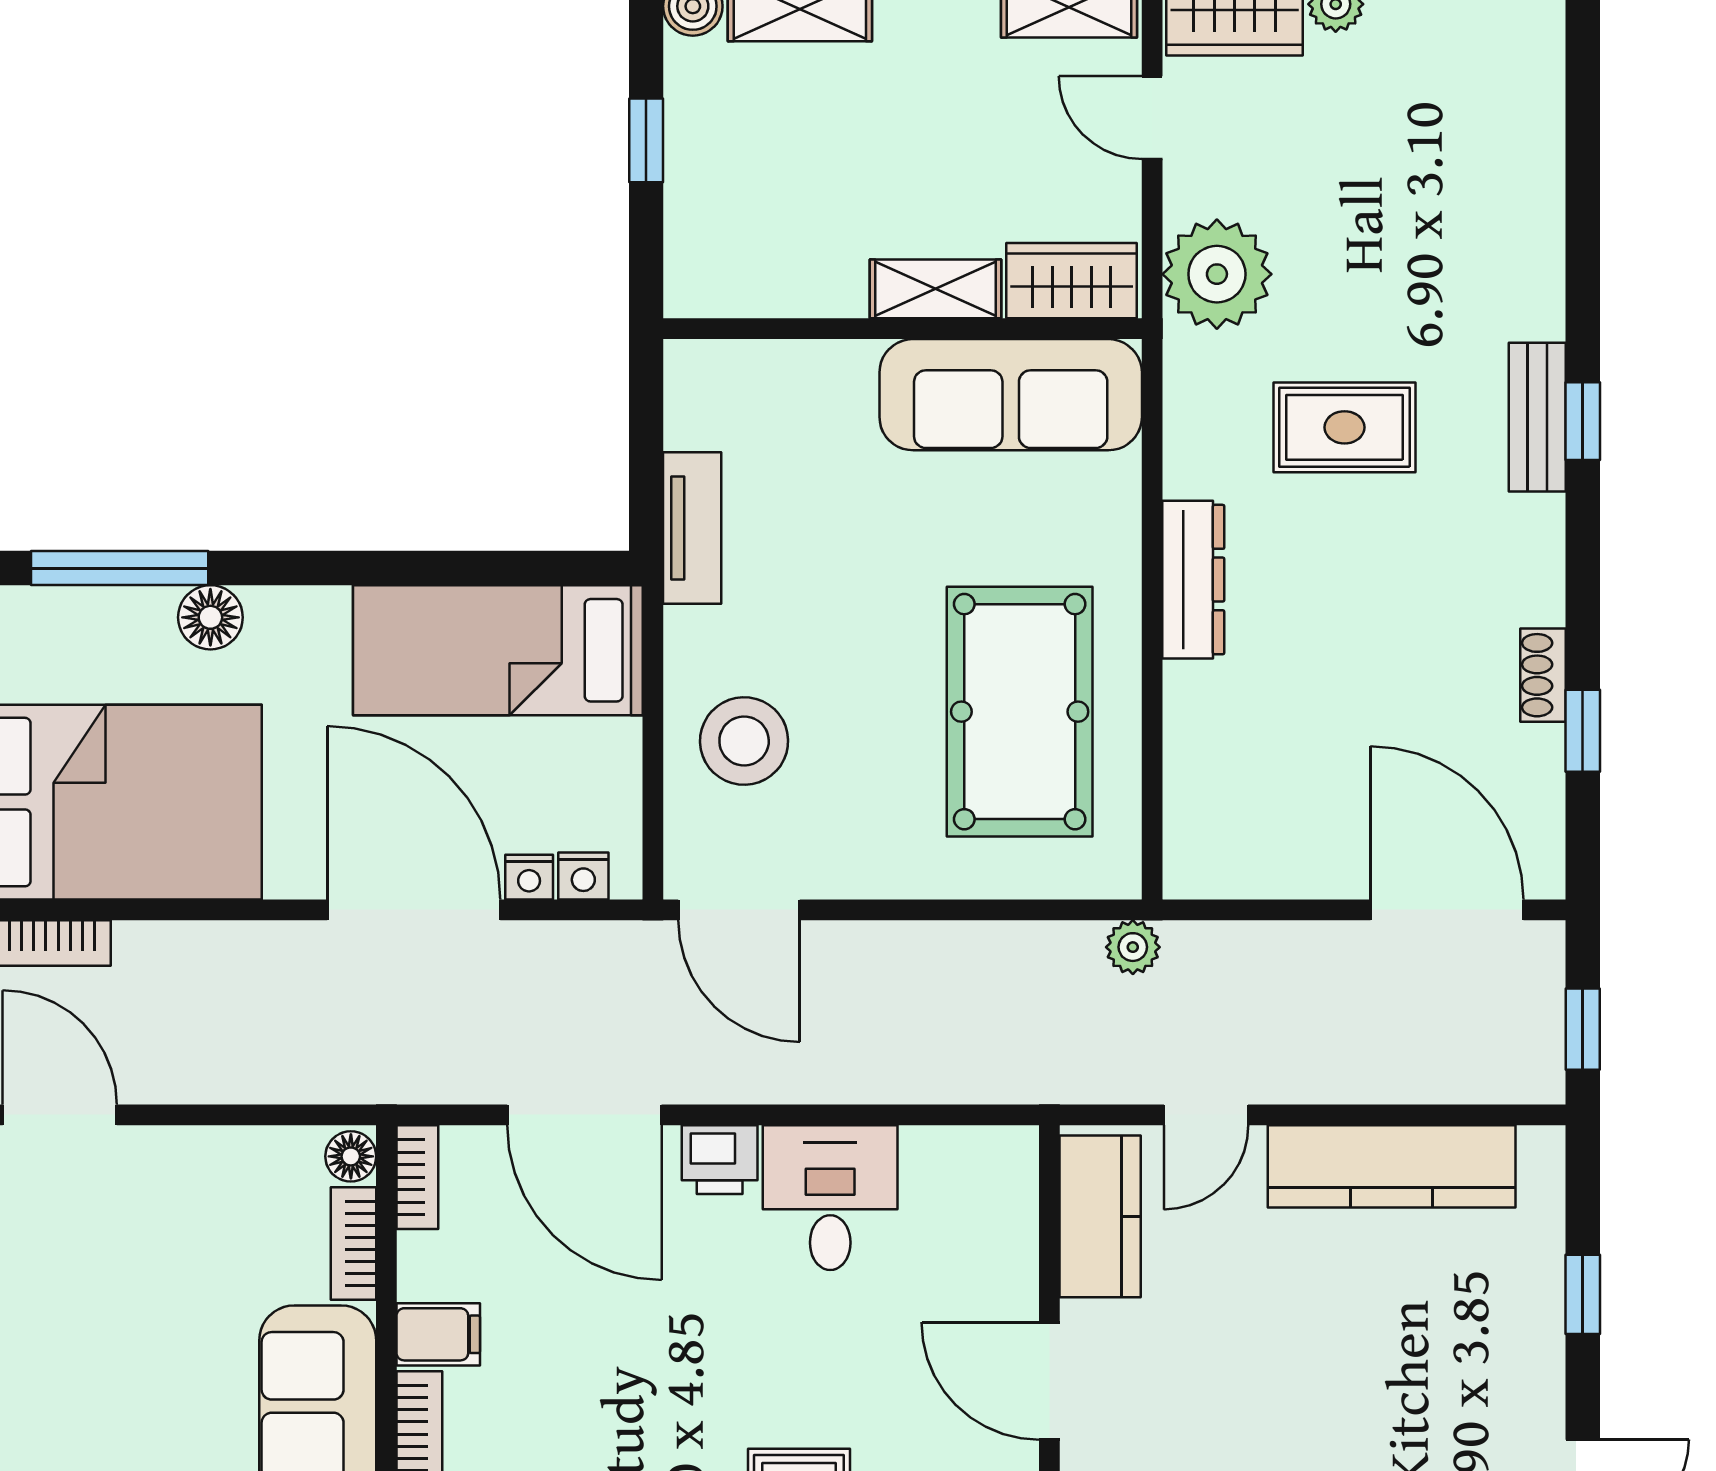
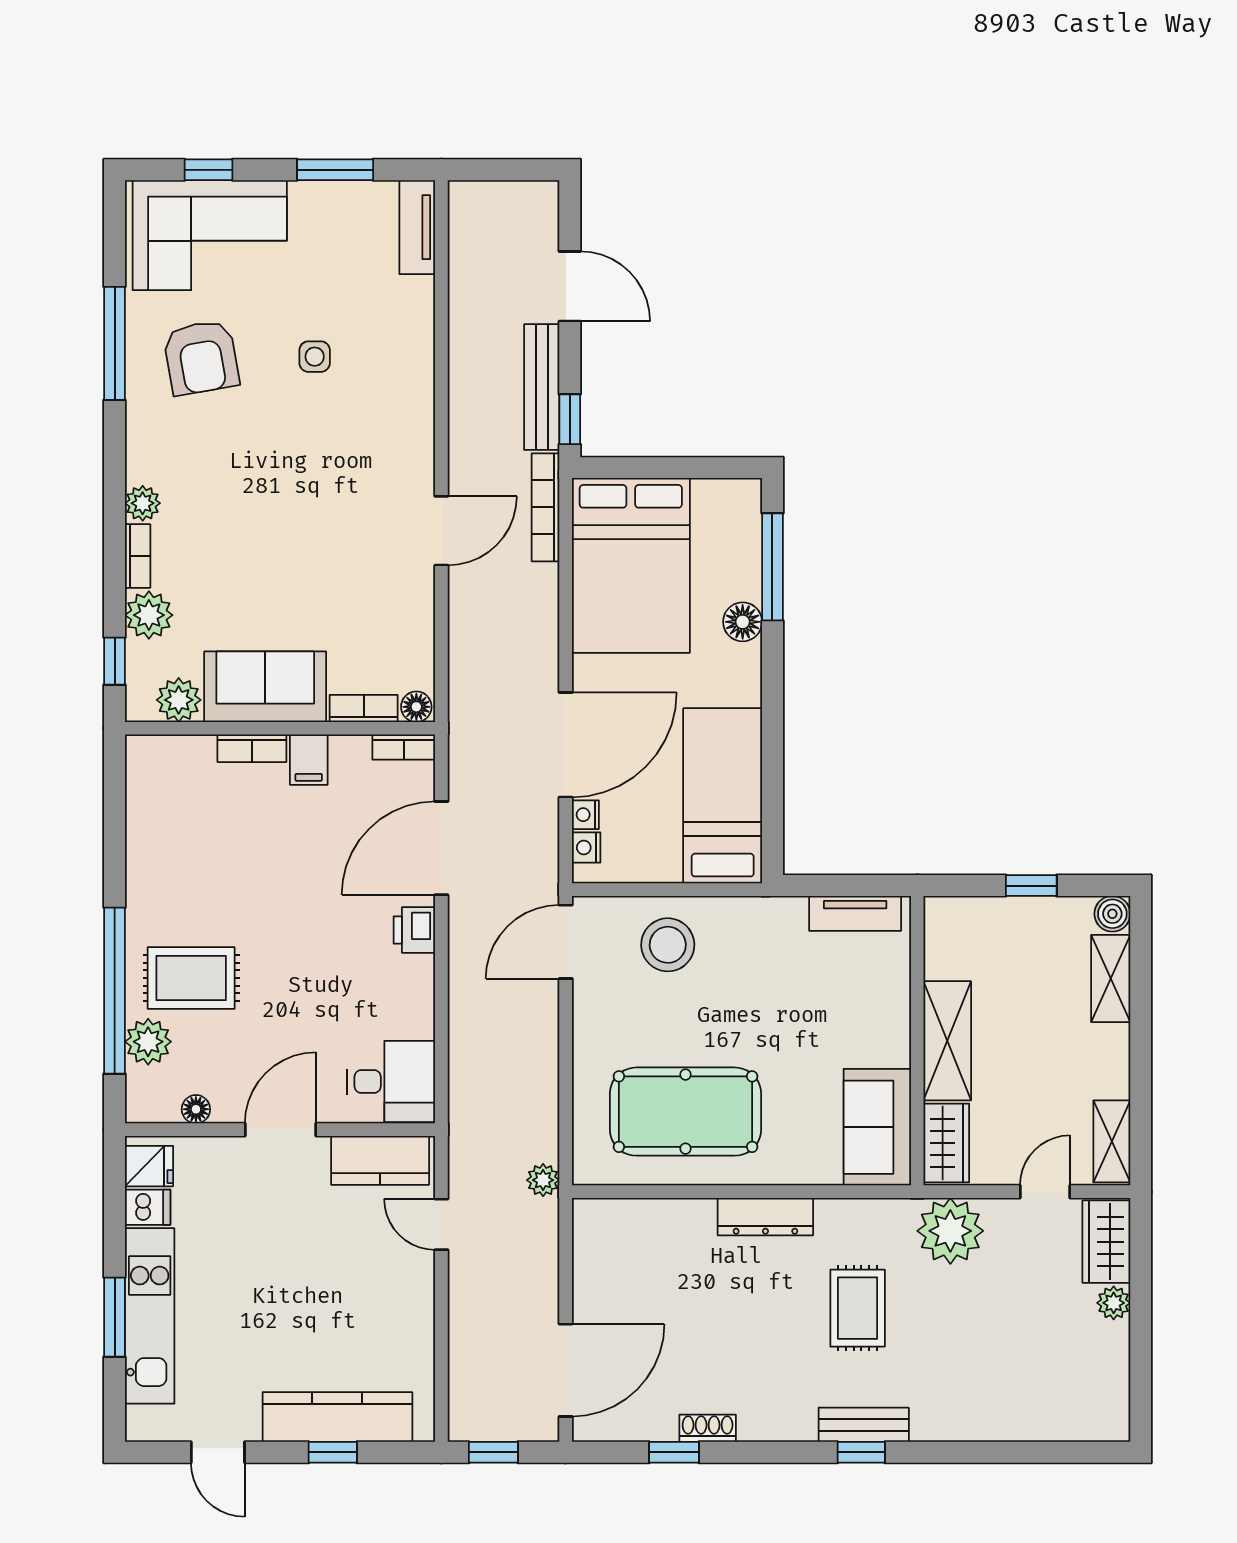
shelving: (935, 289) -> (947, 1041), width x1.50, depth x1.33
sofa: (1011, 395) -> (877, 1127), width x0.73
tv unit: (692, 528) -> (855, 913), moved
kitchen counter: (1392, 1166) -> (337, 1417), moved, turned 90
desk: (830, 1198) -> (391, 1082), moved

